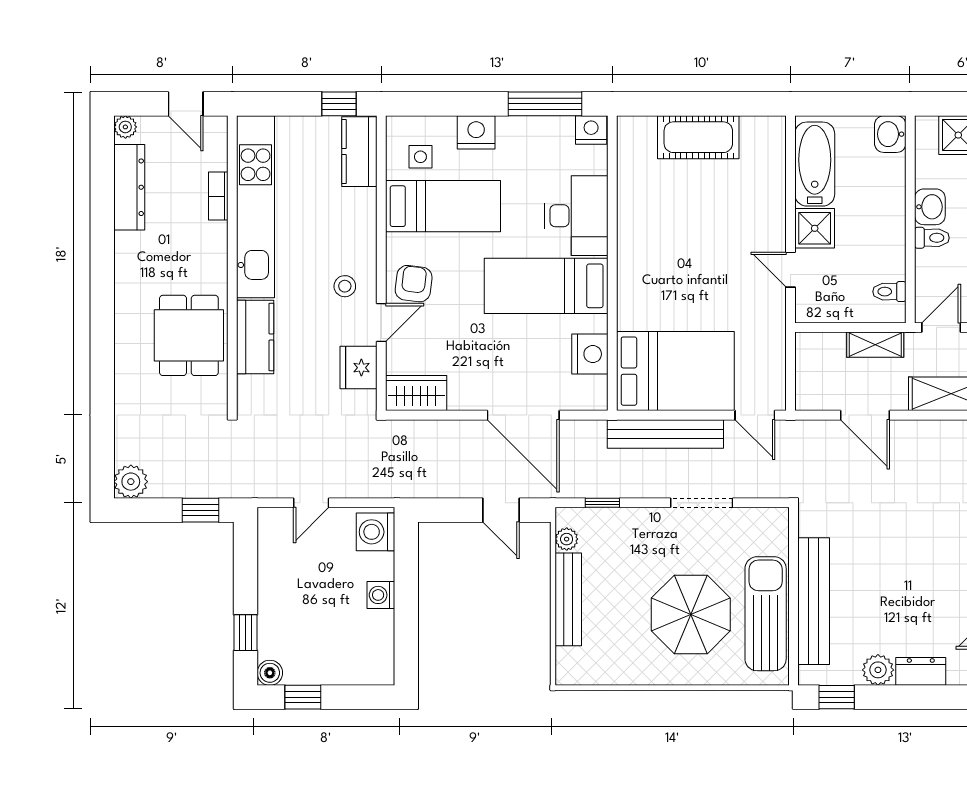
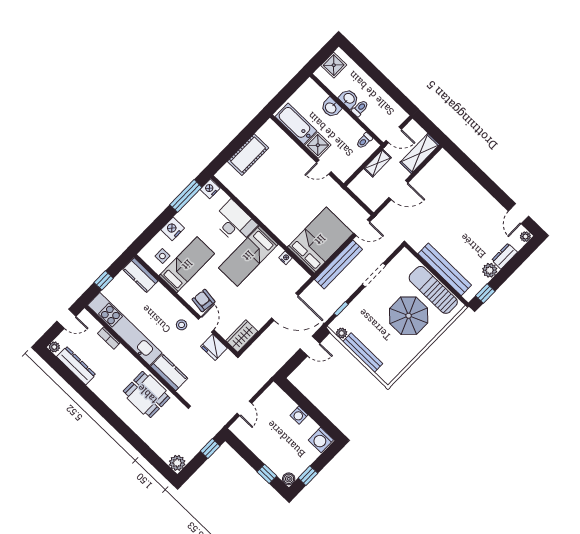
window: (339, 104) -> (104, 280), moved
washbasin: (890, 134) -> (331, 108), moved
door: (941, 327) -> (394, 135), swing flipped
nightstand: (590, 354) -> (286, 258), width x0.53, depth x0.56
washing machine: (375, 532) -> (321, 440), moved

